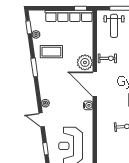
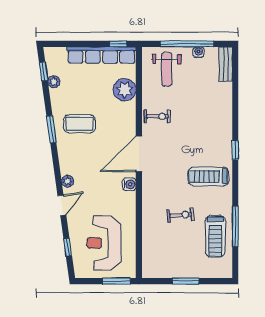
coffee table: (51, 52) -> (80, 124), moved
plant: (85, 62) -> (125, 90), moved
door: (95, 84) -> (139, 154), hinge flipped
door: (42, 120) -> (62, 205), swing flipped

